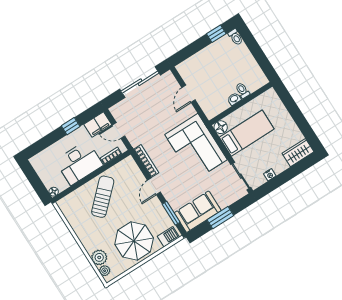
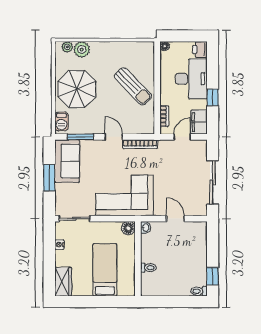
washbasin: (234, 99) -> (146, 228), moved
bed: (247, 133) -> (105, 270), moved, turned 180
printer: (38, 161) -> (200, 50), added
desk: (79, 163) -> (191, 79), moved, turned 180

